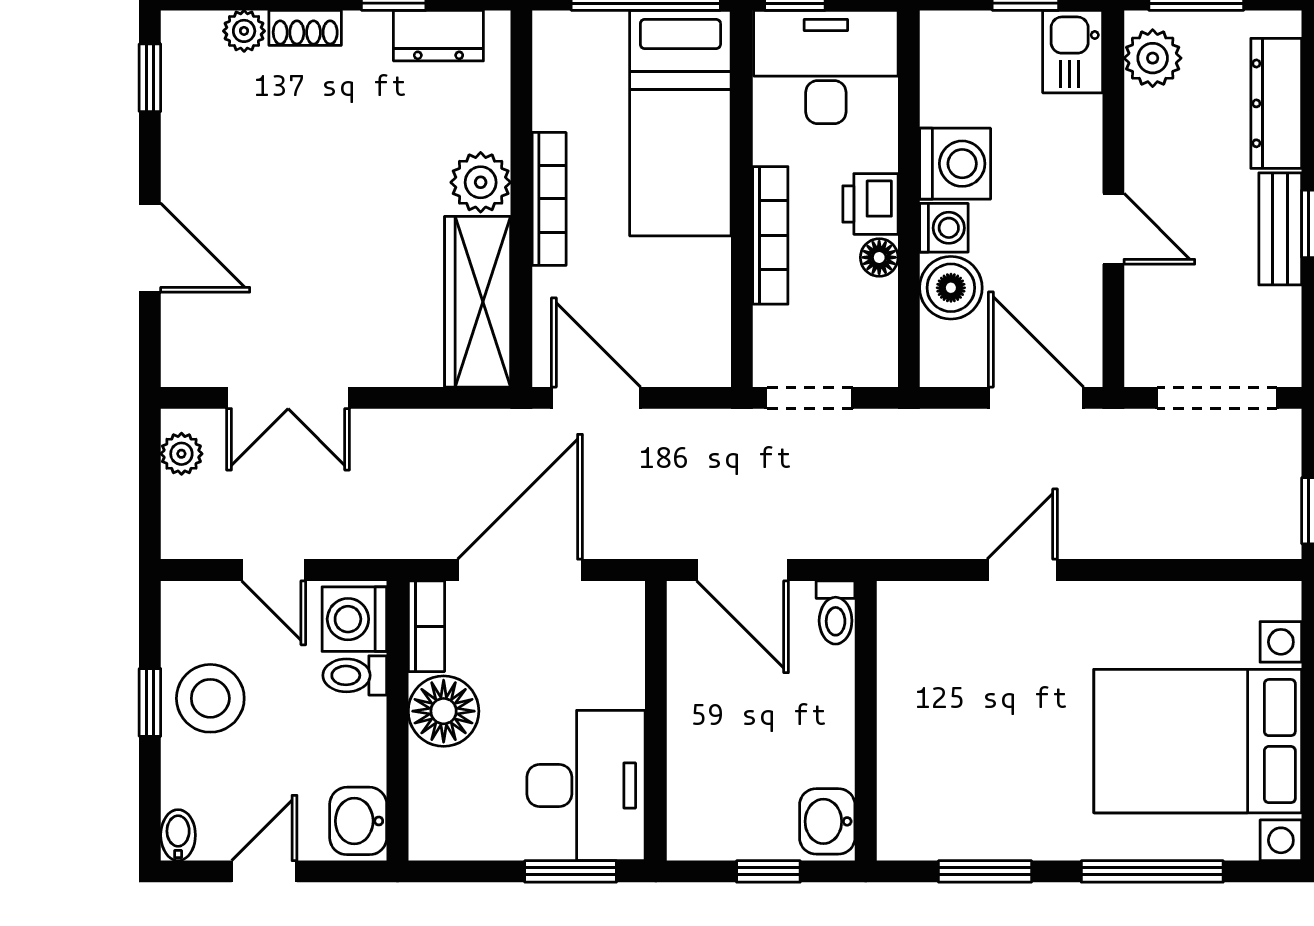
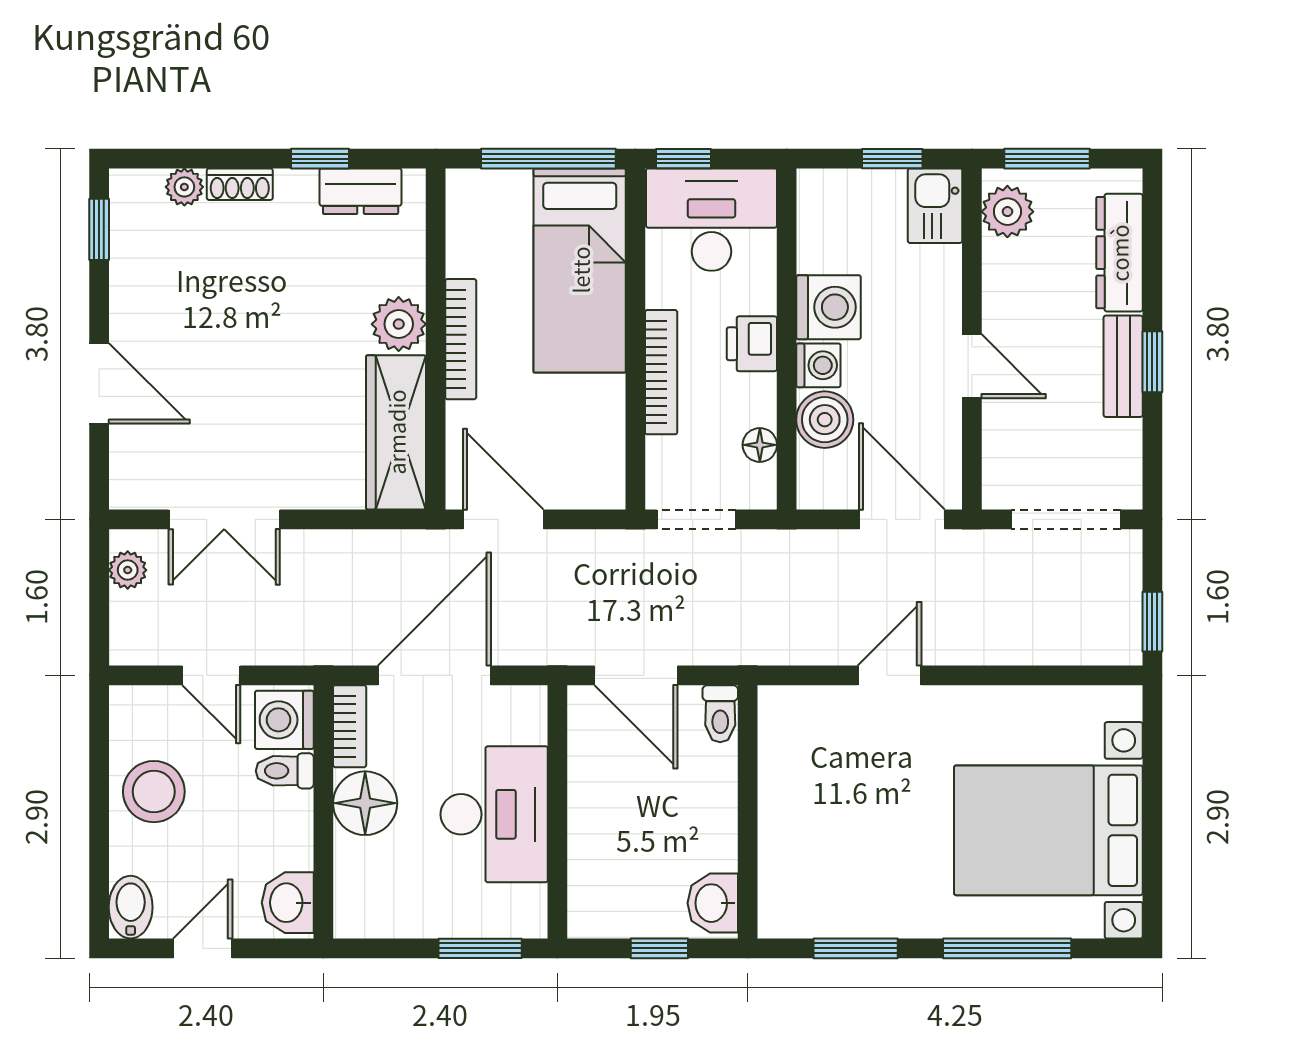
floor lamp: (879, 257) -> (760, 445), moved
window: (150, 702) -> (99, 795), removed
desk: (586, 785) -> (494, 814), moved
bidet: (178, 835) -> (131, 907), width x1.38, depth x1.36

